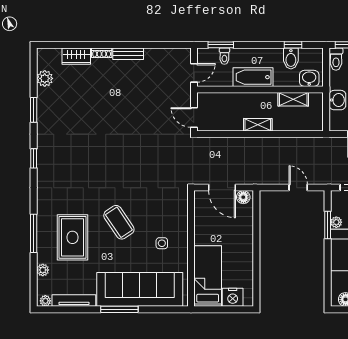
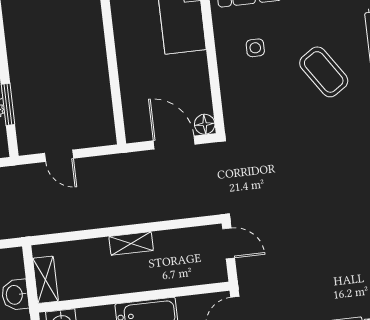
shelving: (293, 99) -> (45, 280), moved, turned 90
floor lamp: (243, 197) -> (205, 124), moved

